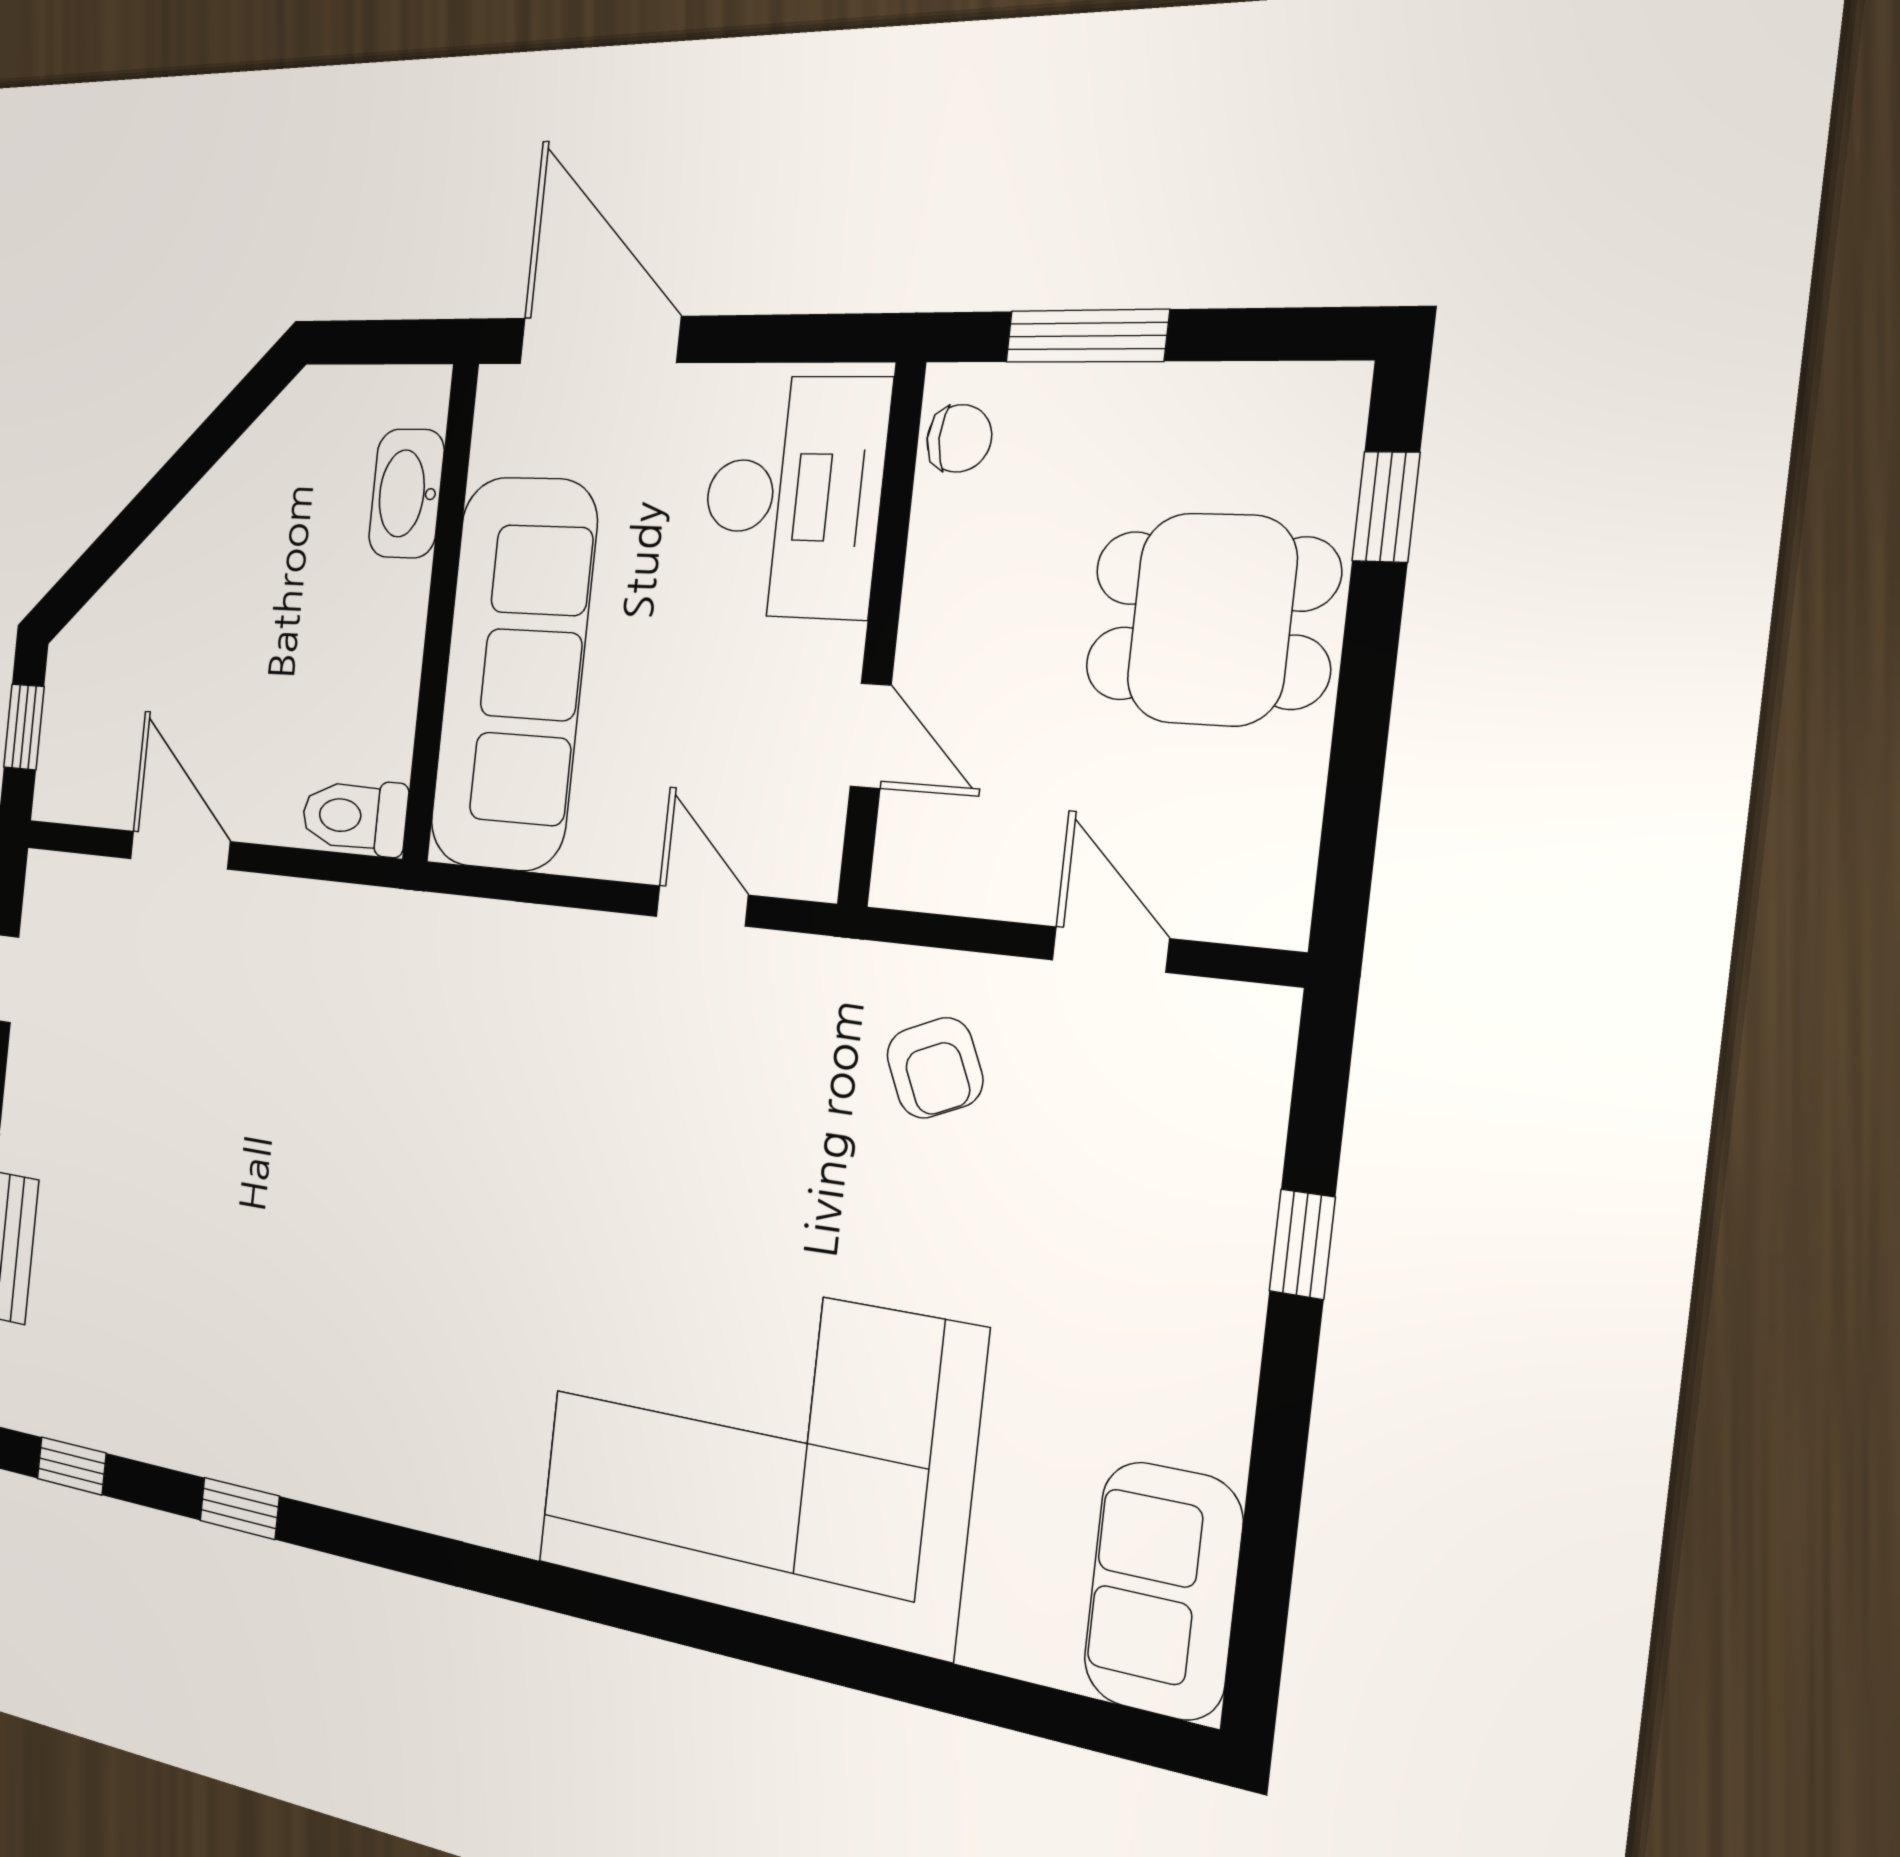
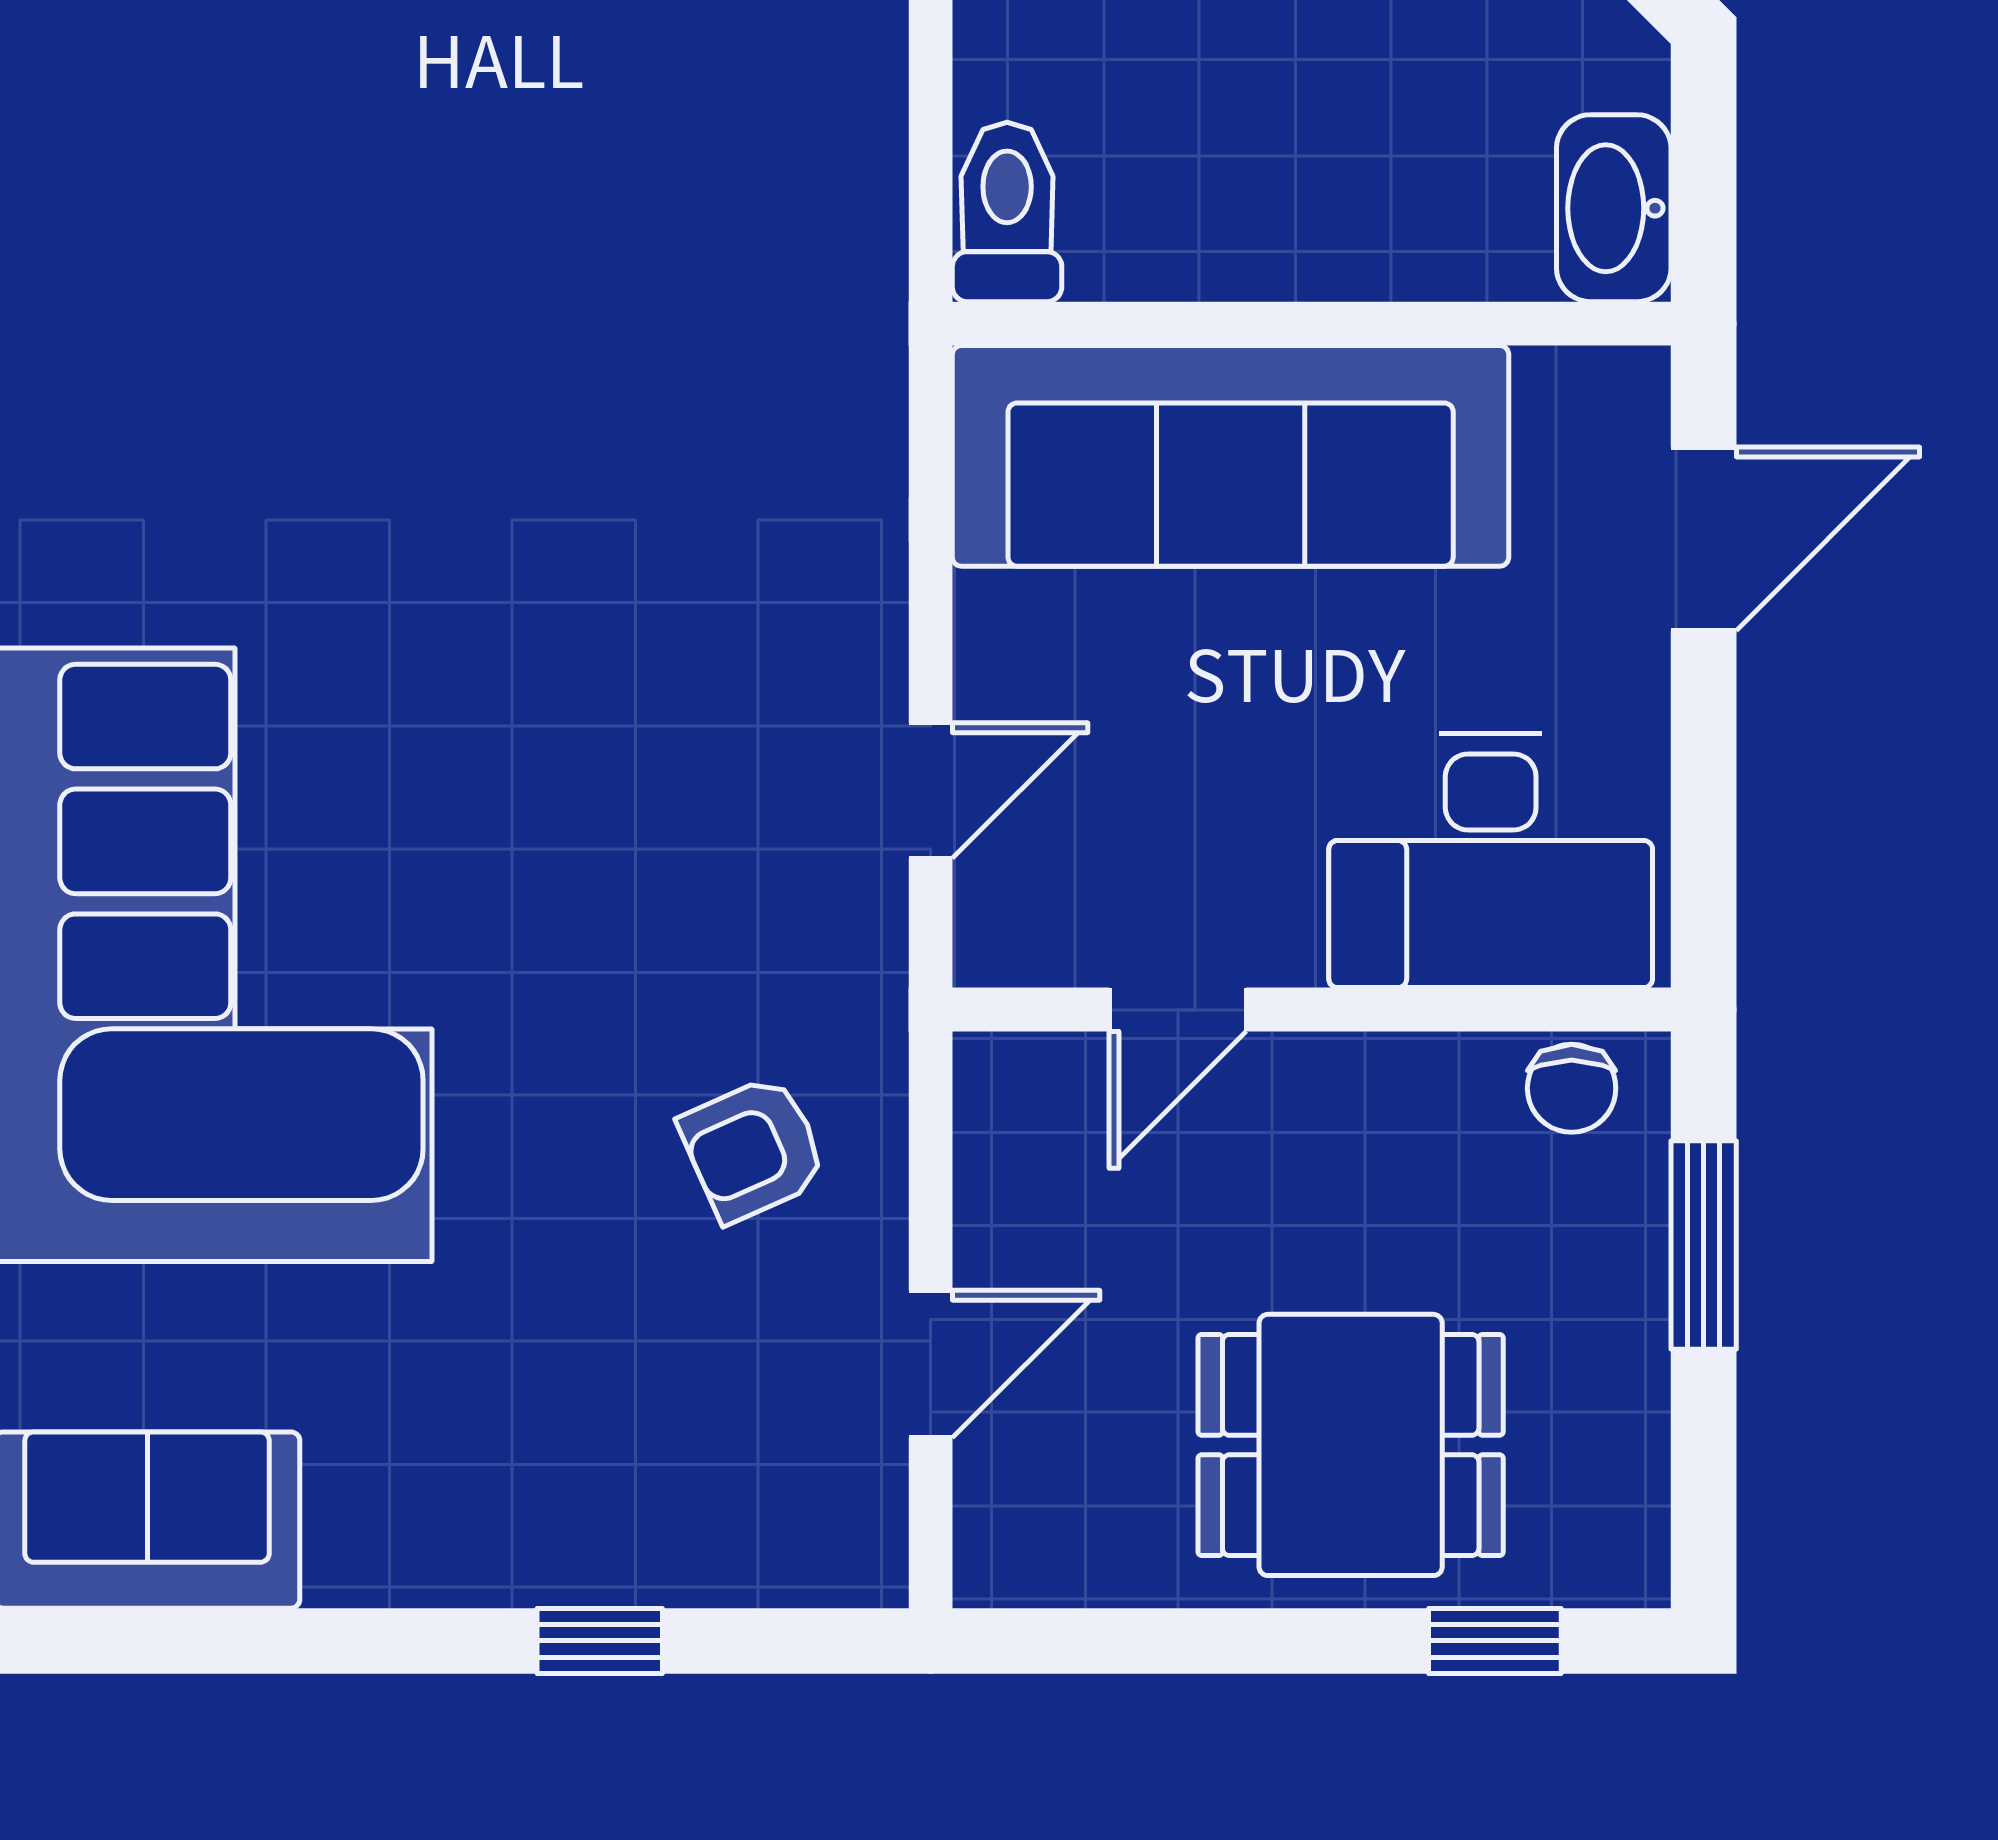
door: (600, 340) -> (1704, 539), width x0.73
washbasin: (406, 494) -> (1614, 208), moved, turned -90
dining table: (1211, 619) -> (1351, 1445), turned 90

